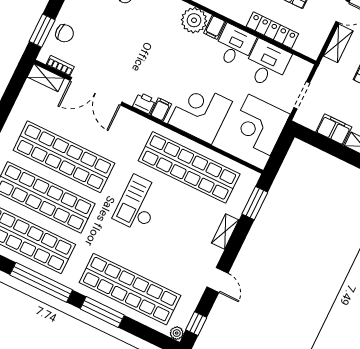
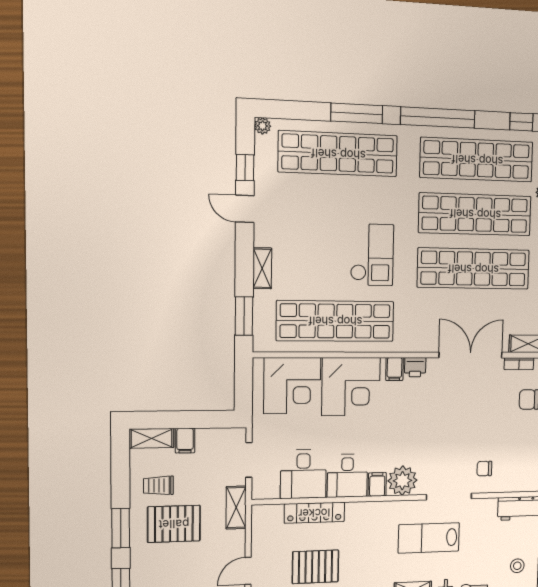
shelving: (338, 43) -> (236, 508), moved
corner desk: (259, 125) -> (292, 386), moved, turned 90
filing cabinet: (334, 129) -> (185, 441), width x0.50
window: (196, 324) -> (245, 168), moved

